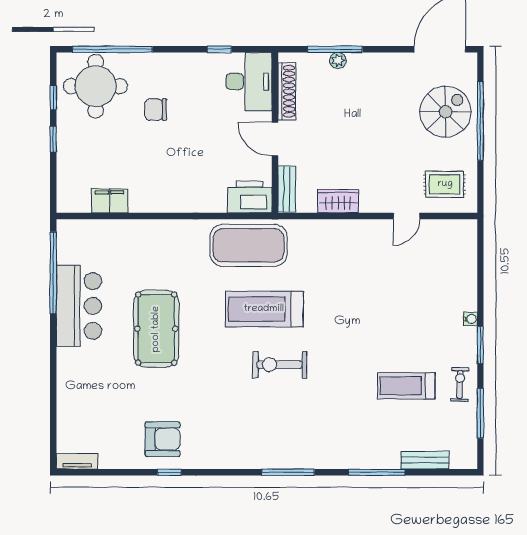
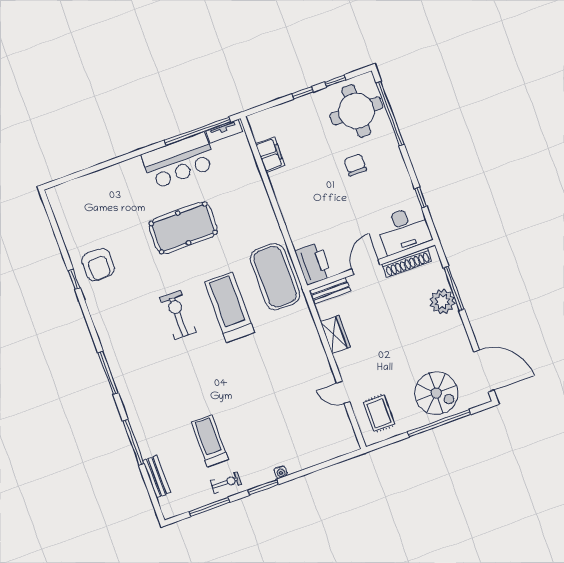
plant: (338, 60) -> (442, 302), width x1.88, depth x1.88
exercise bike: (280, 365) -> (178, 315), moved
tv unit: (77, 461) -> (224, 131), moved, turned 90

